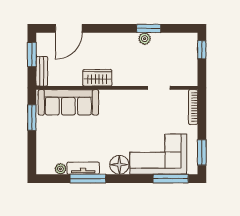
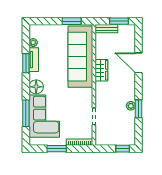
door: (69, 28) -> (138, 63), moved
sofa: (68, 102) -> (80, 57), width x1.36, depth x1.27
window: (202, 152) -> (57, 149), moved
window: (88, 179) -> (26, 63), width x0.69
window: (171, 179) -> (26, 113), moved

